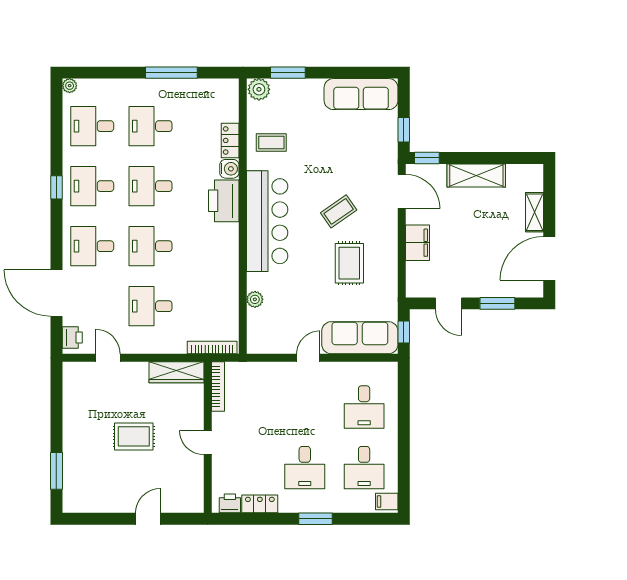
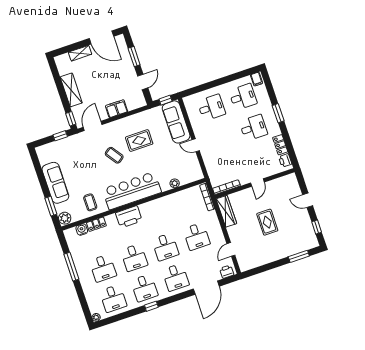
sofa: (361, 94) -> (55, 183), moved
water cooler: (229, 169) -> (82, 230), moved
window: (97, 519) -> (317, 227), added

